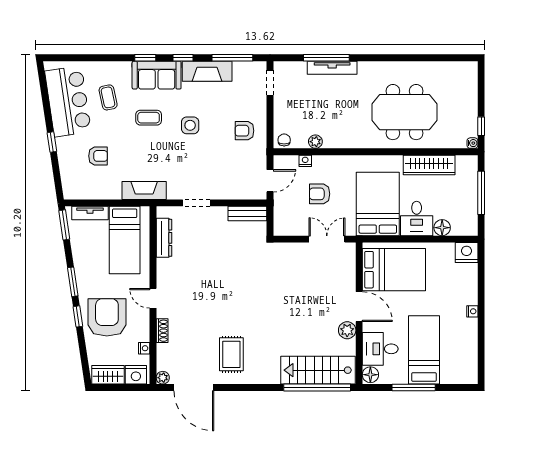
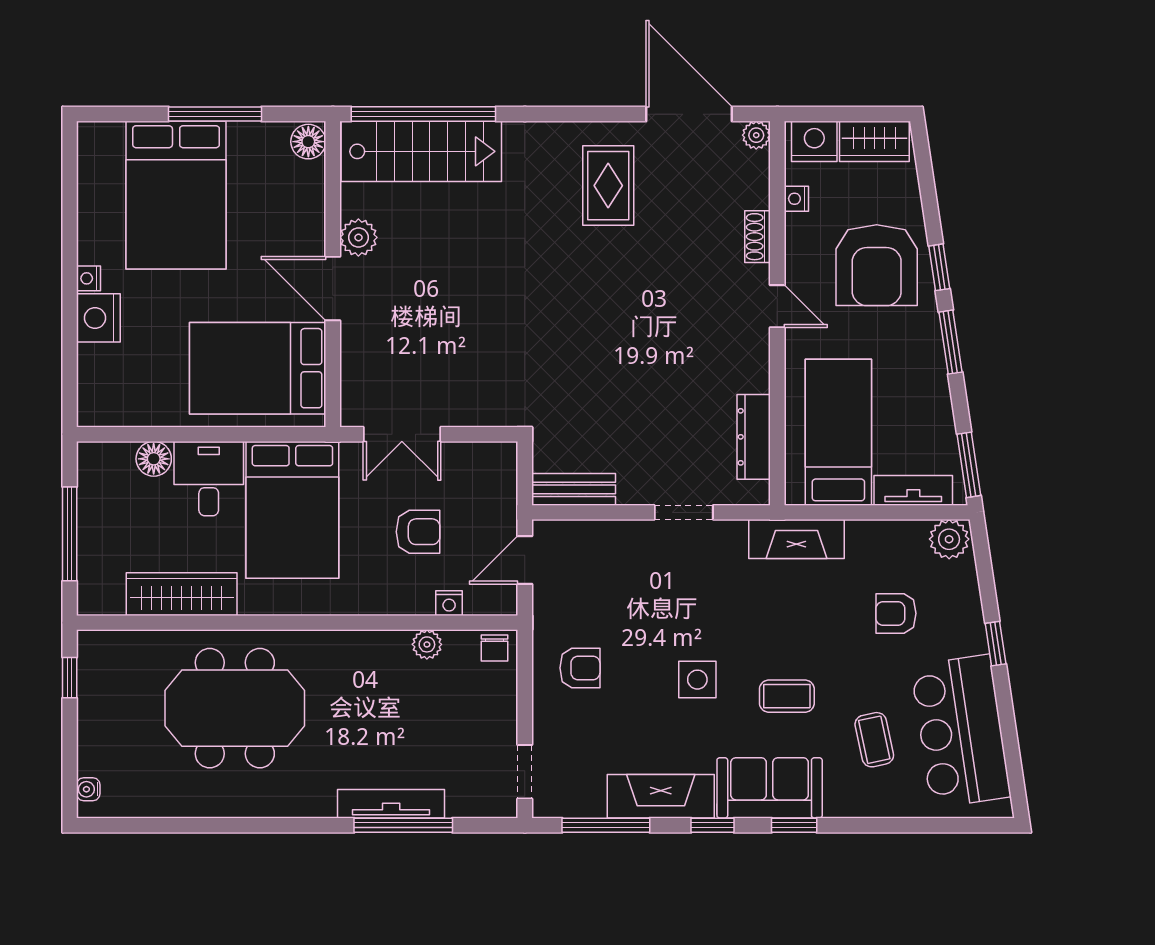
water cooler: (472, 143) -> (88, 789), moved
plant: (73, 190) -> (949, 539), added
nightstand: (467, 252) -> (98, 318), moved, turned 90
desk: (380, 349) -> (287, 197), removed
bed: (424, 350) -> (176, 195), width x1.50

